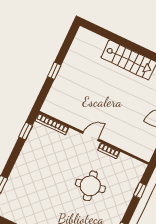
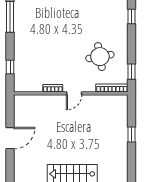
round table: (90, 186) -> (100, 57), moved

